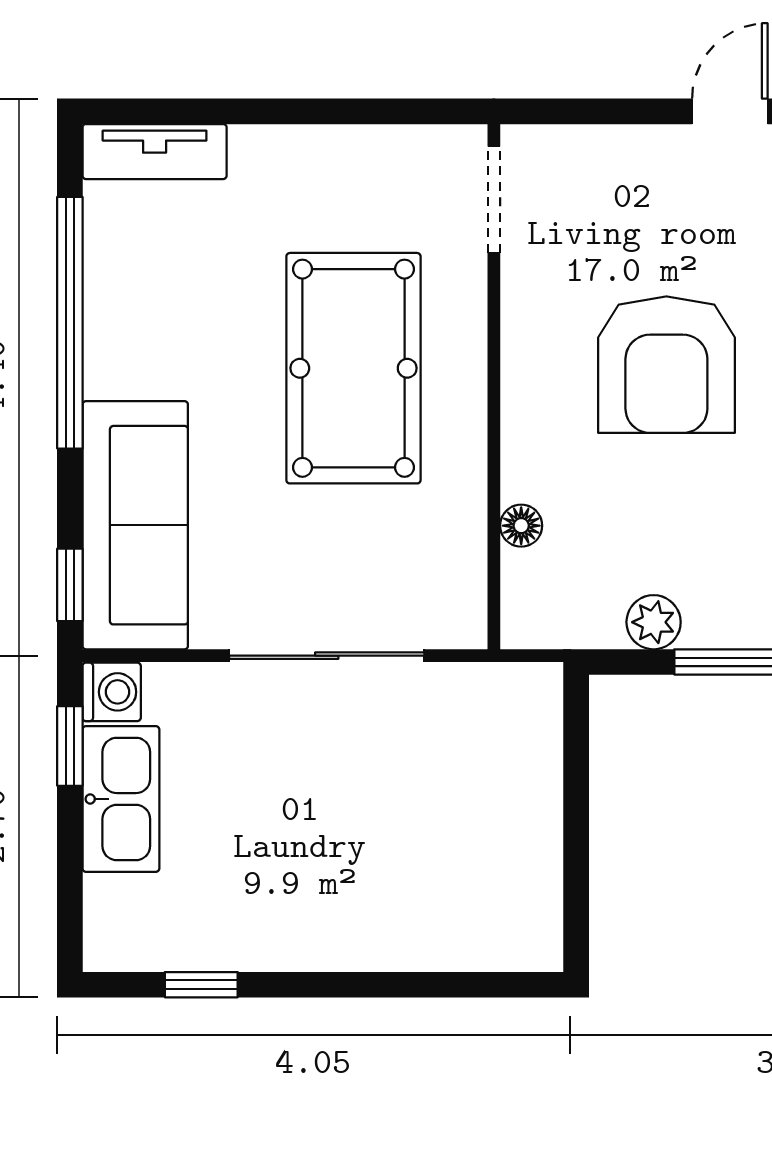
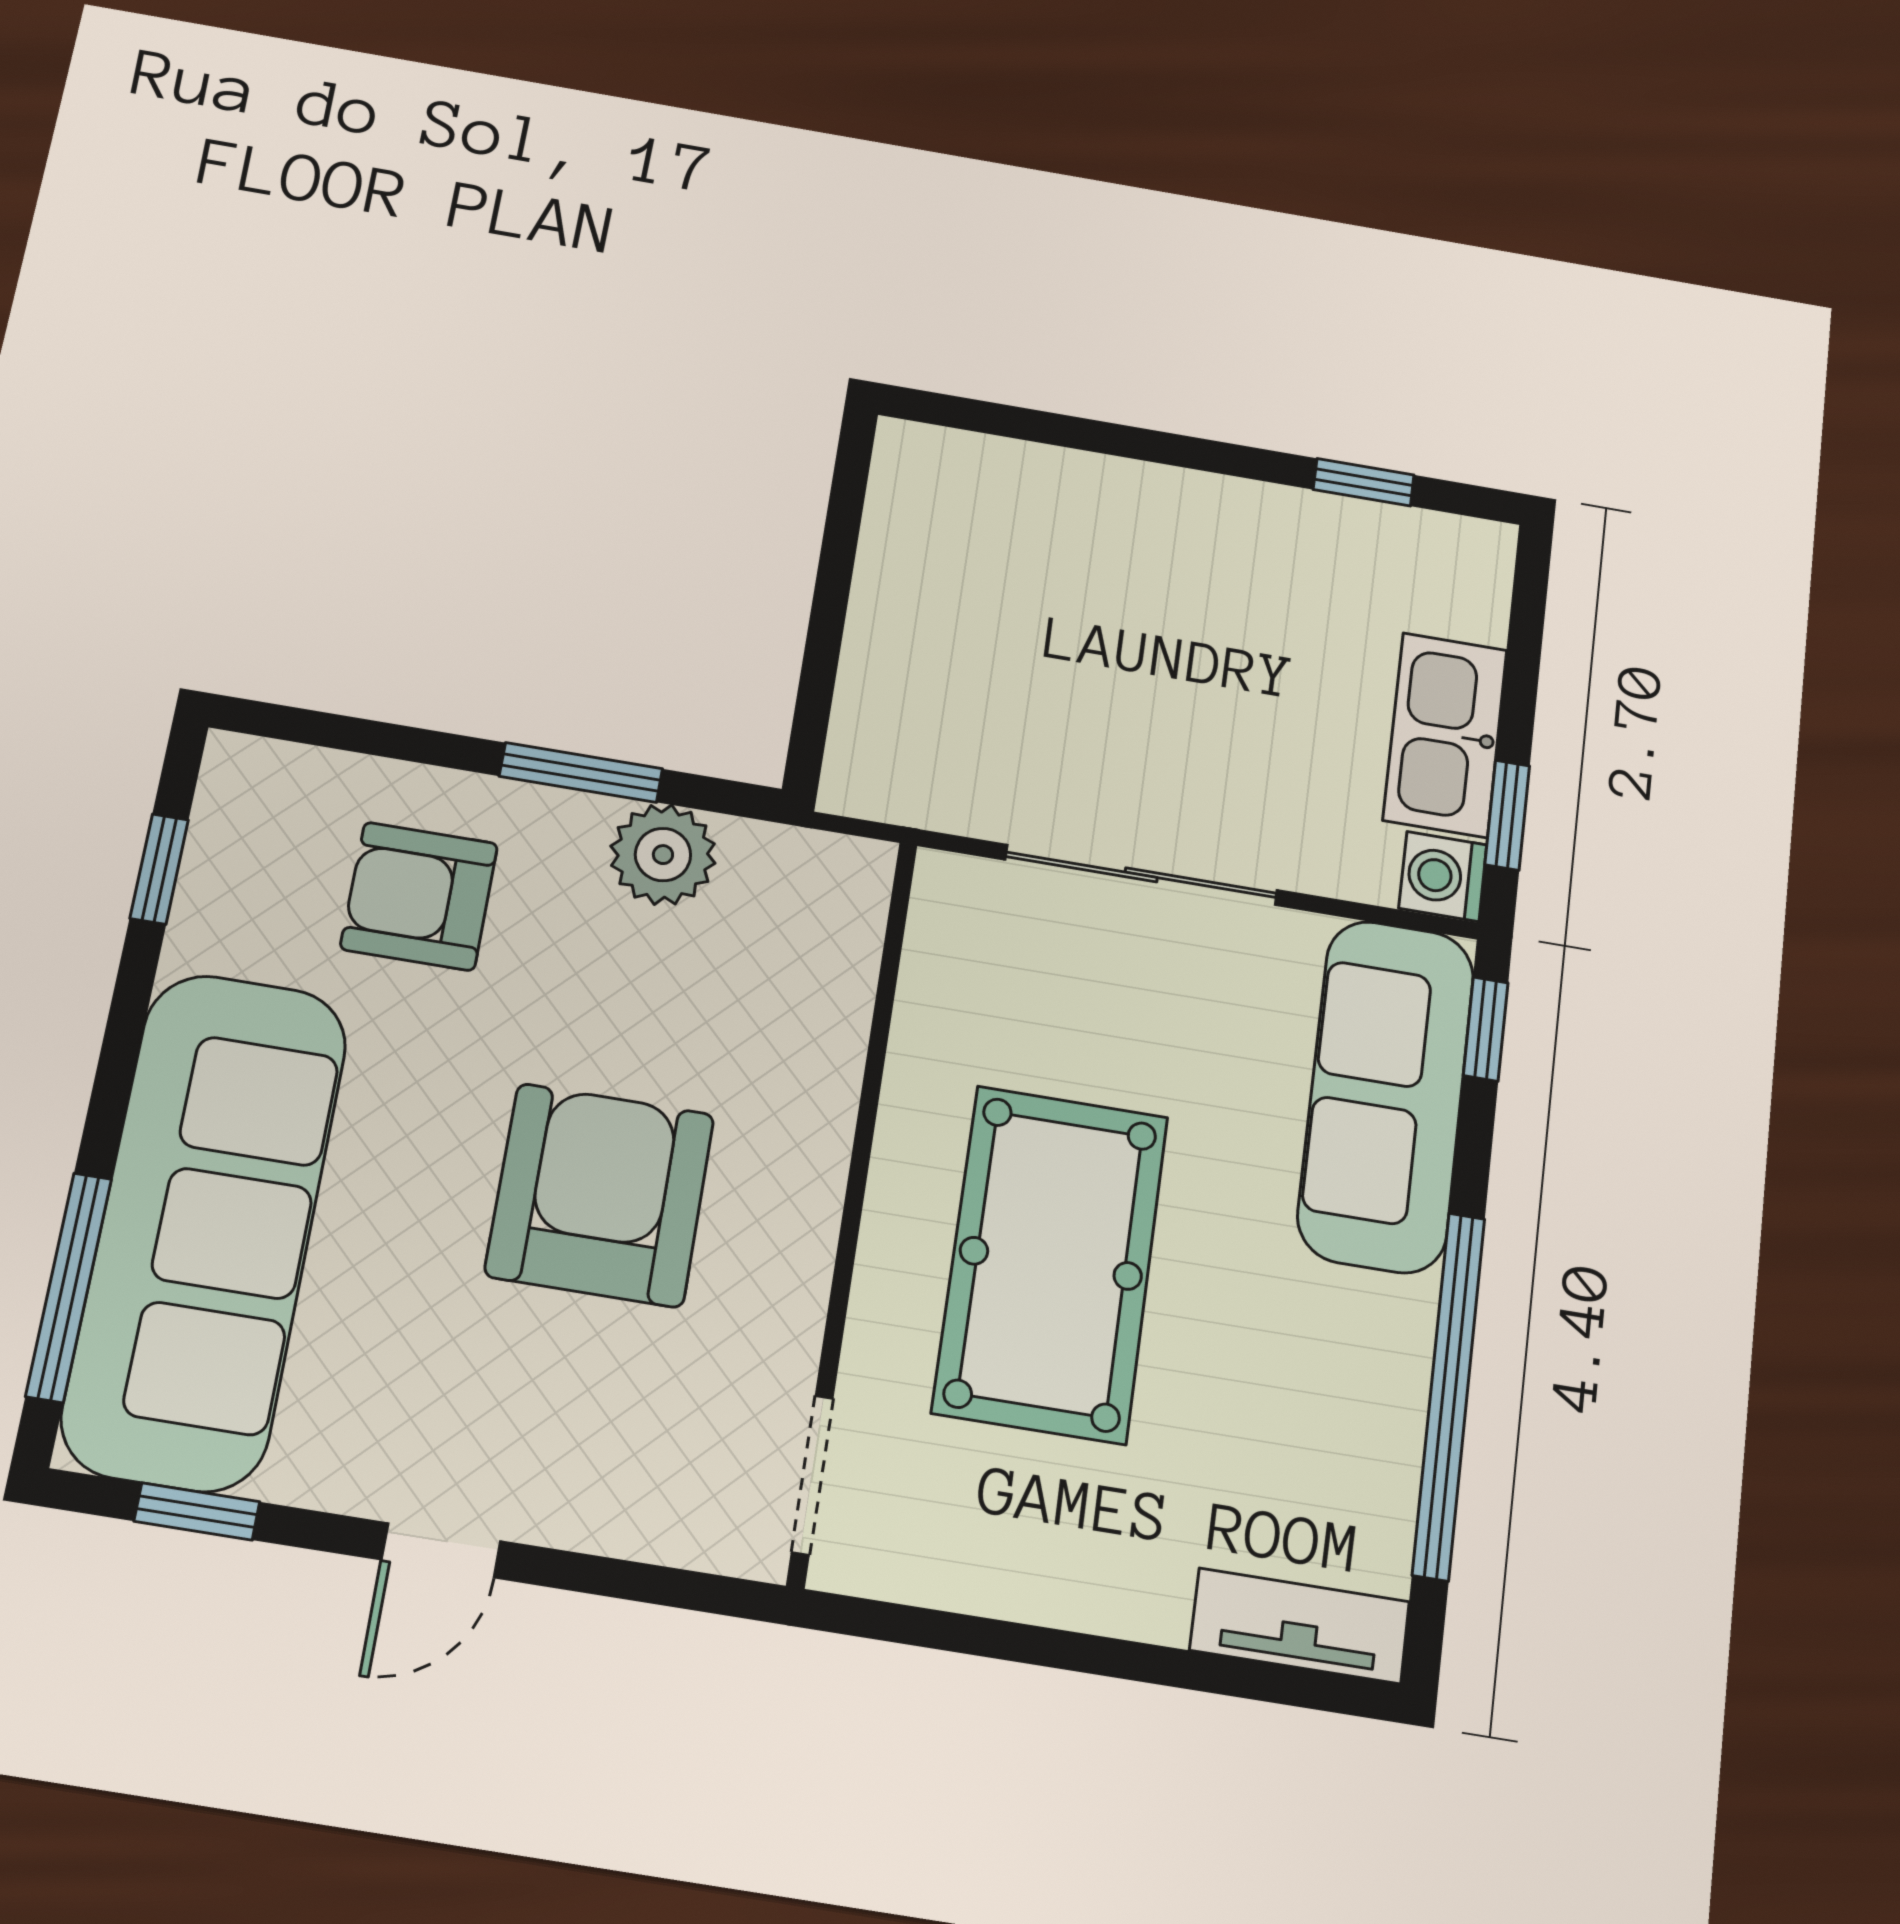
floor lamp: (521, 526) -> (844, 1005), removed
plant: (654, 622) -> (663, 855), width x1.38, depth x1.38

